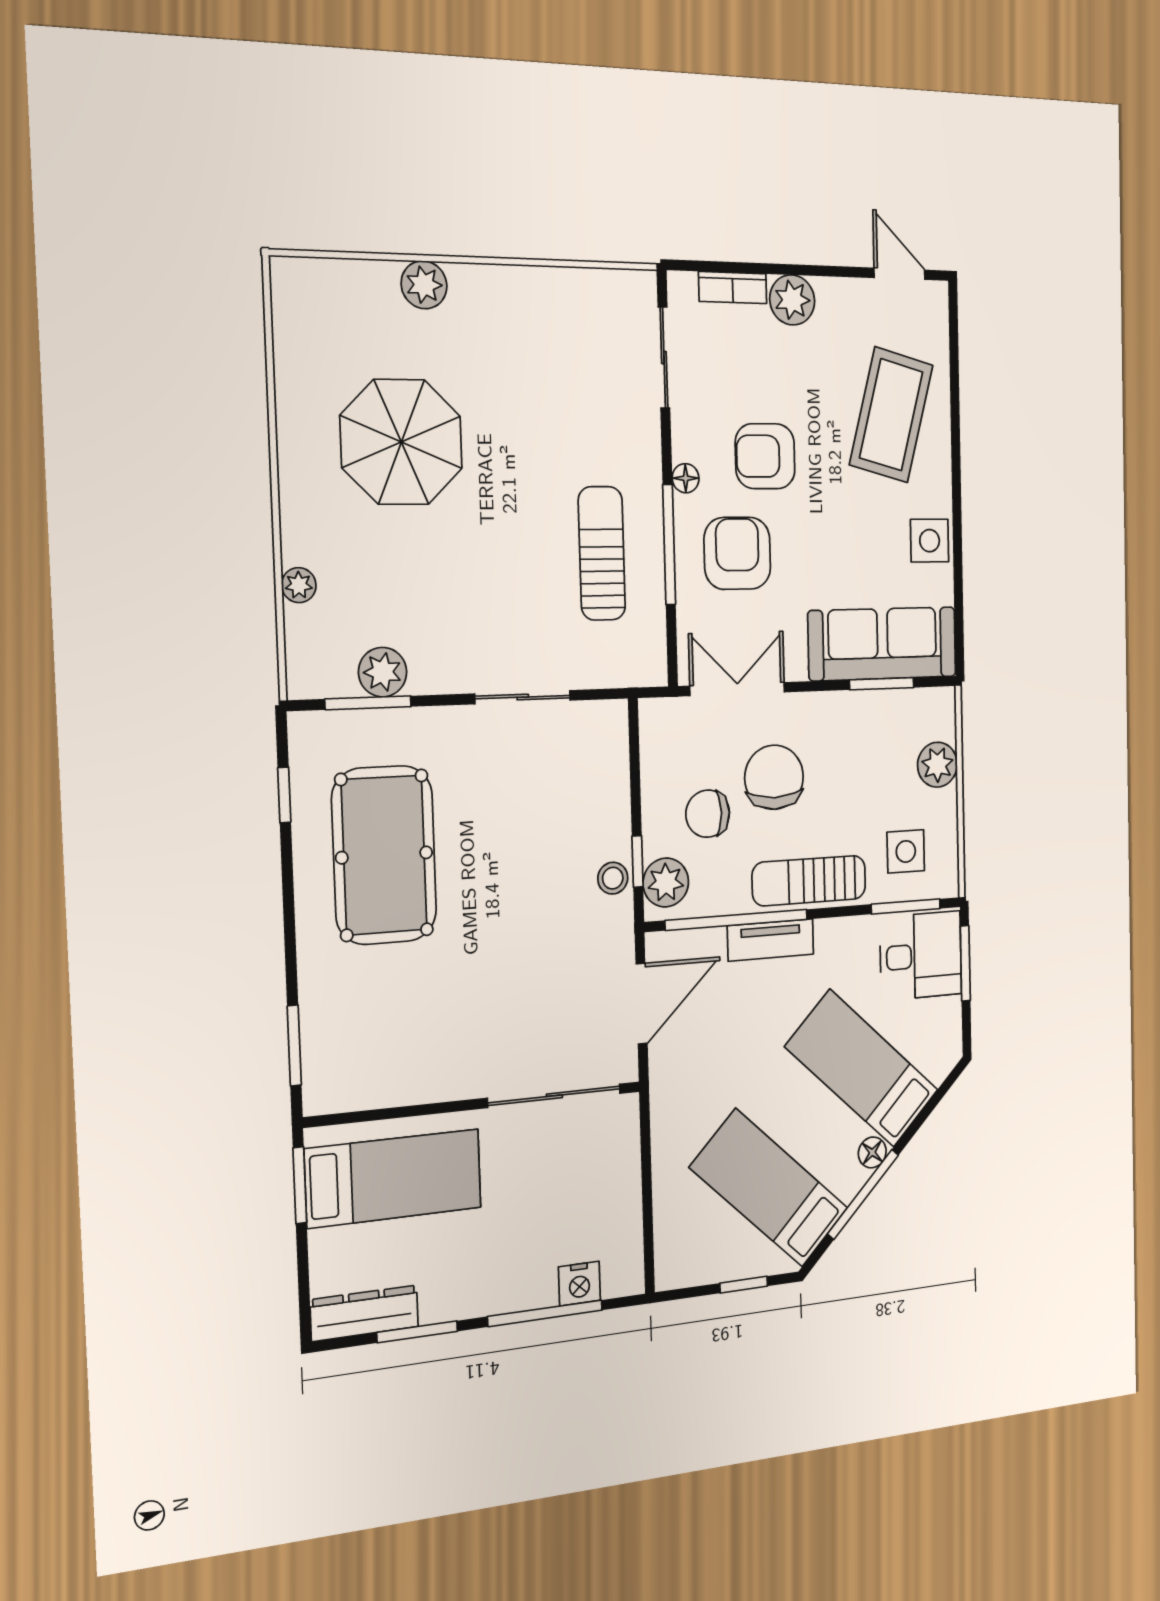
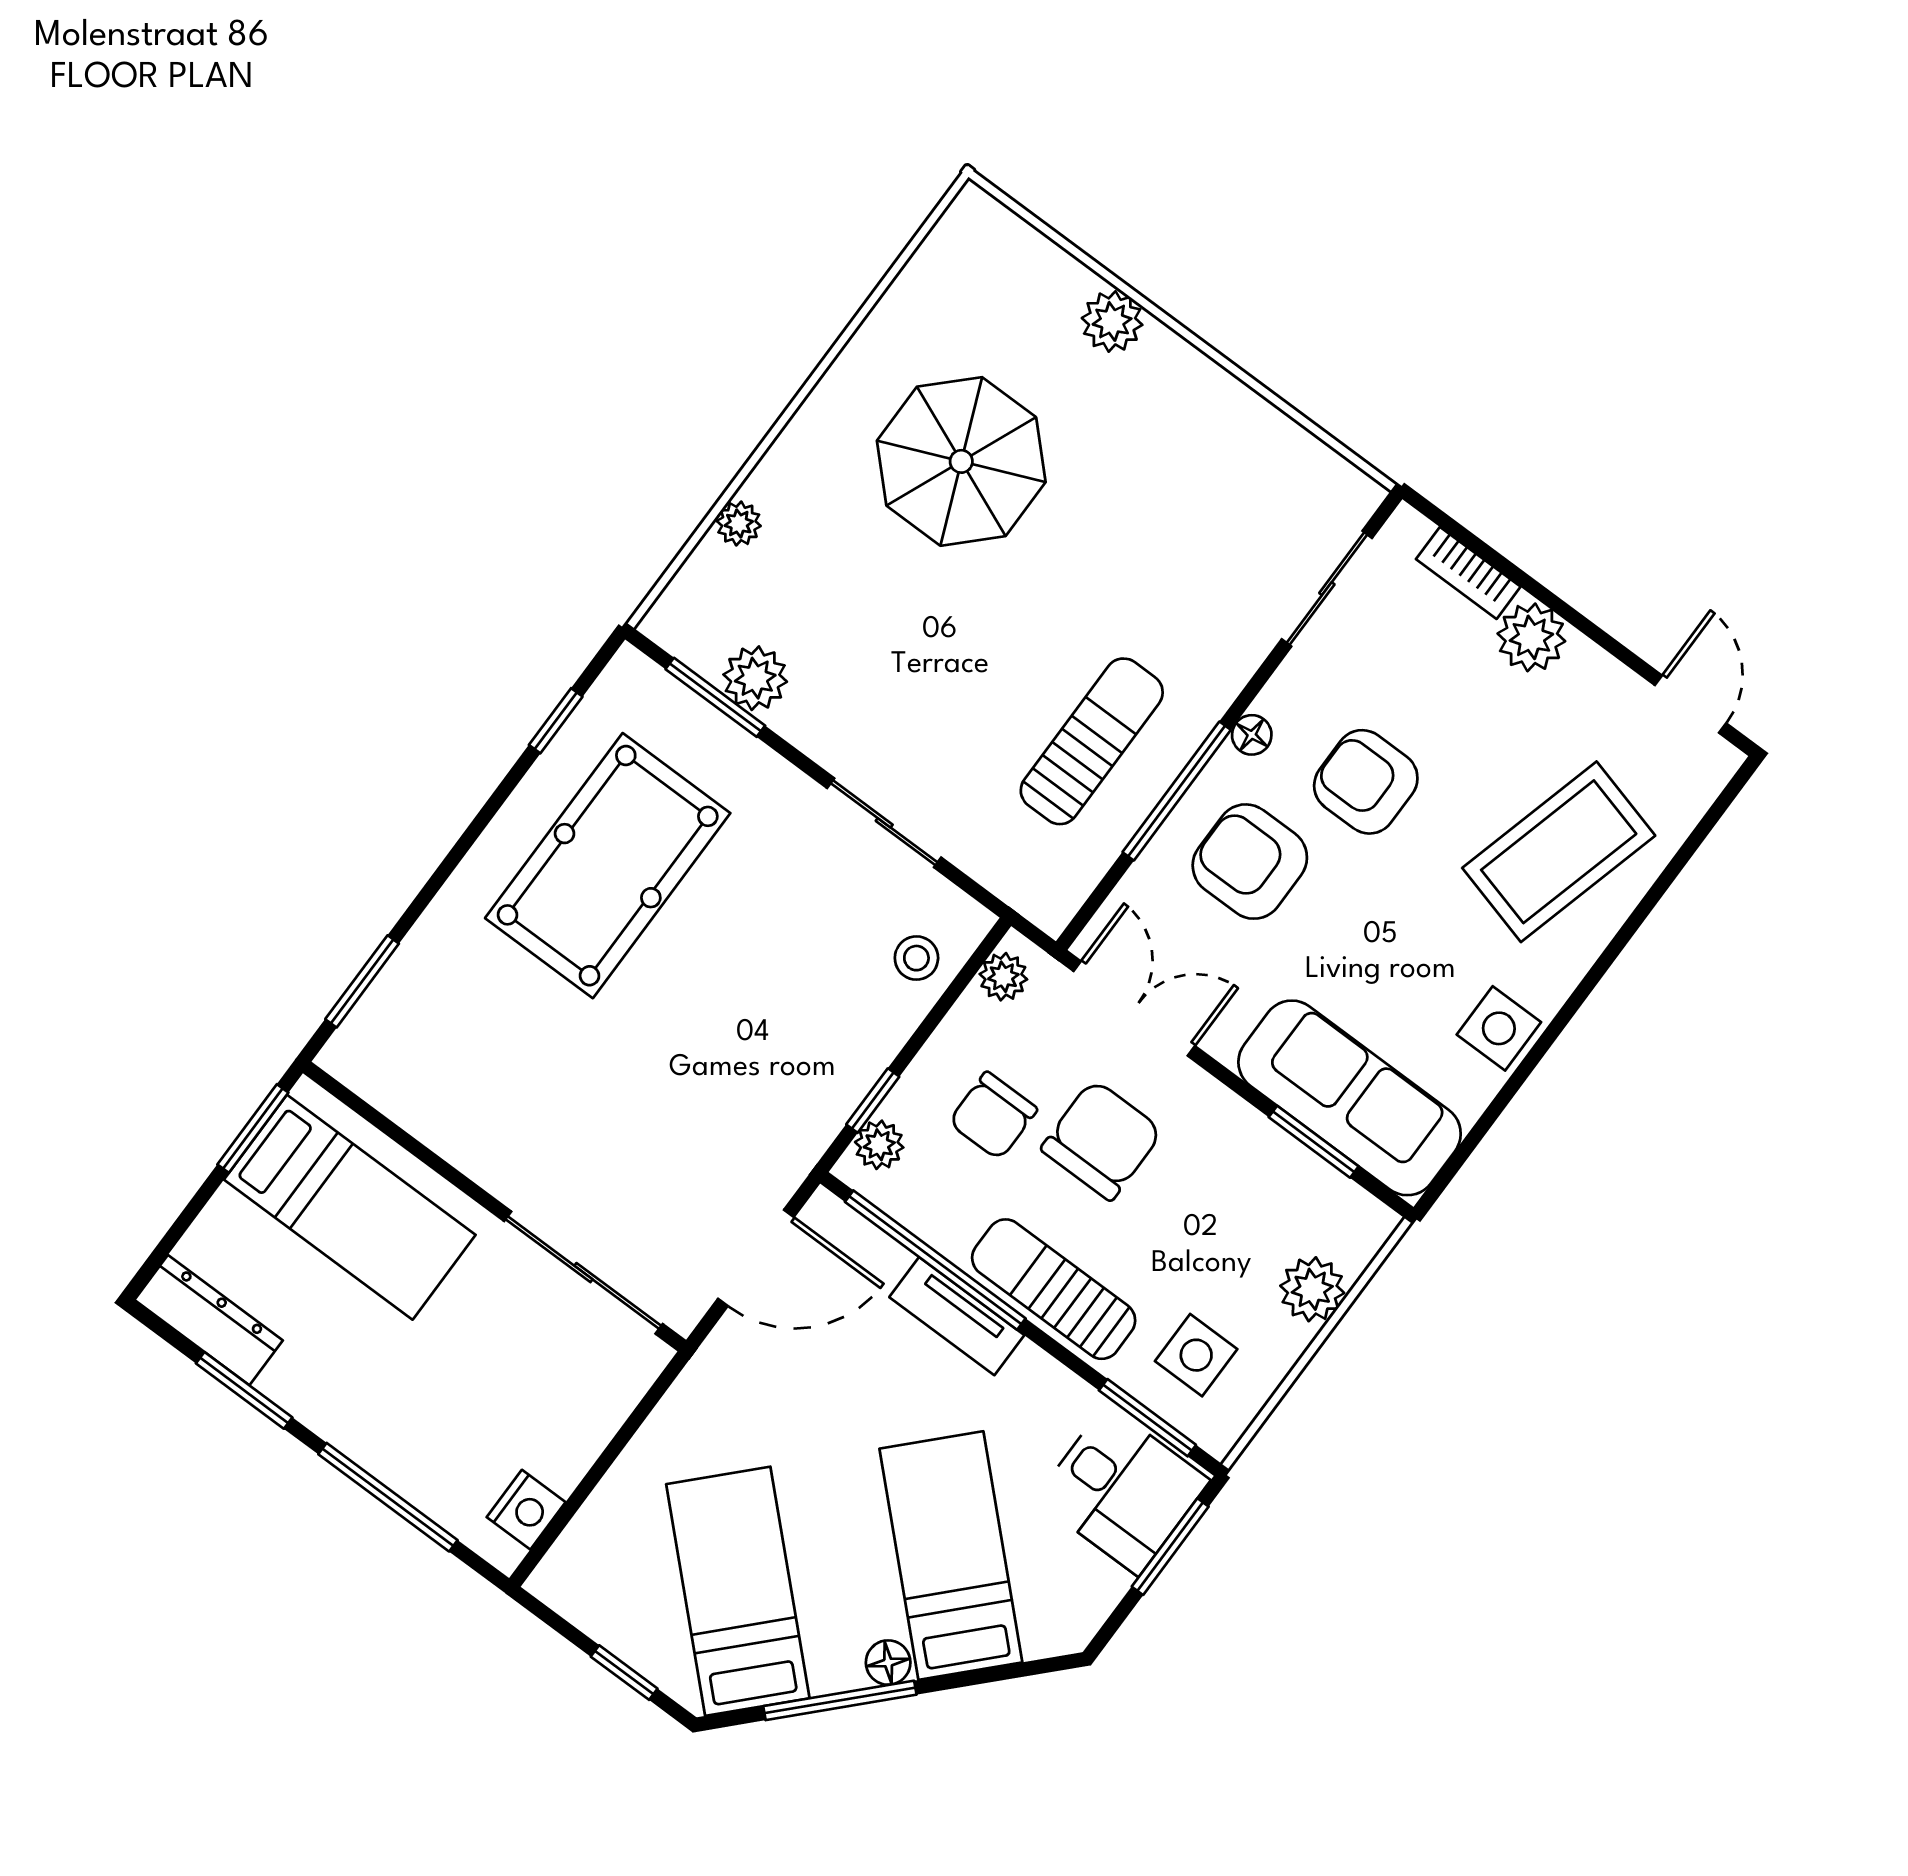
armchair: (737, 553) -> (1250, 862), turned -90
plant: (655, 731) -> (1003, 977), added
chair: (708, 814) -> (993, 1116), turned -90
stool: (613, 878) -> (916, 958), moved
plant: (666, 883) -> (879, 1145), width x0.73, depth x0.73
nightstand: (579, 1284) -> (526, 1510), moved, turned -90

